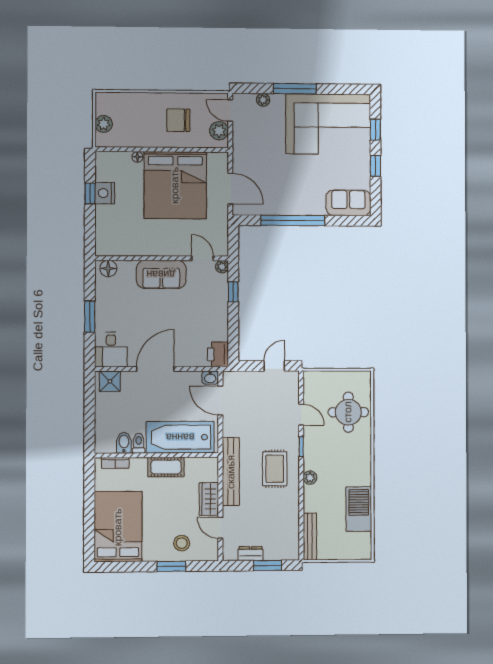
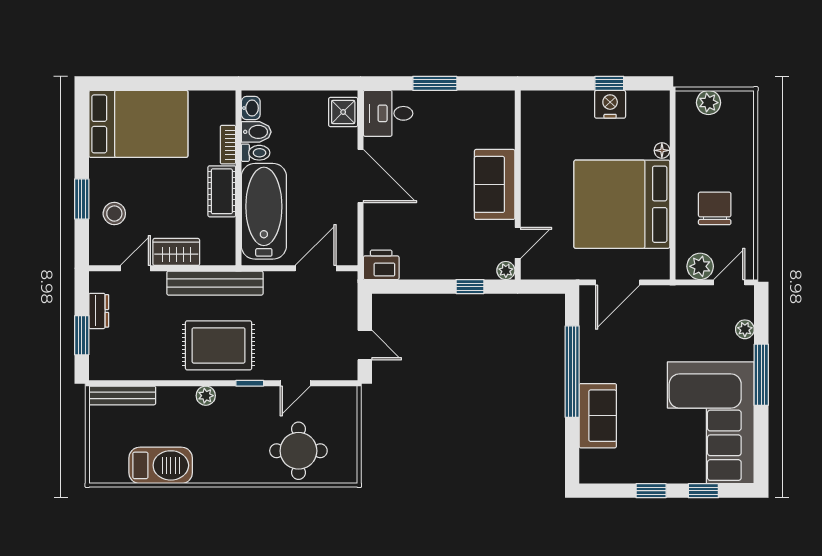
sofa: (348, 203) -> (598, 416), moved
floor lamp: (108, 268) -> (503, 109), removed
washbasin: (210, 378) -> (251, 108), moved, turned 180
bookcase: (115, 463) -> (228, 145), moved
rug: (275, 469) -> (219, 345), width x1.36, depth x1.43

